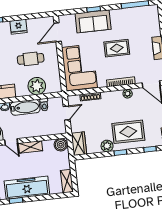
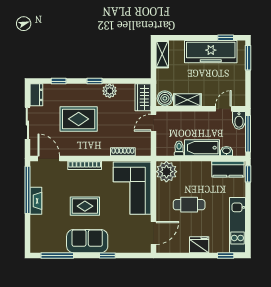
sofa: (93, 21) -> (87, 241), moved
plant: (37, 86) -> (166, 172), moved
plant: (128, 94) -> (78, 150), removed
door: (67, 113) -> (153, 123), moved
rug: (128, 132) -> (79, 119), moved
door: (11, 142) -> (223, 109), hinge flipped
shelving: (31, 147) -> (187, 100), moved

